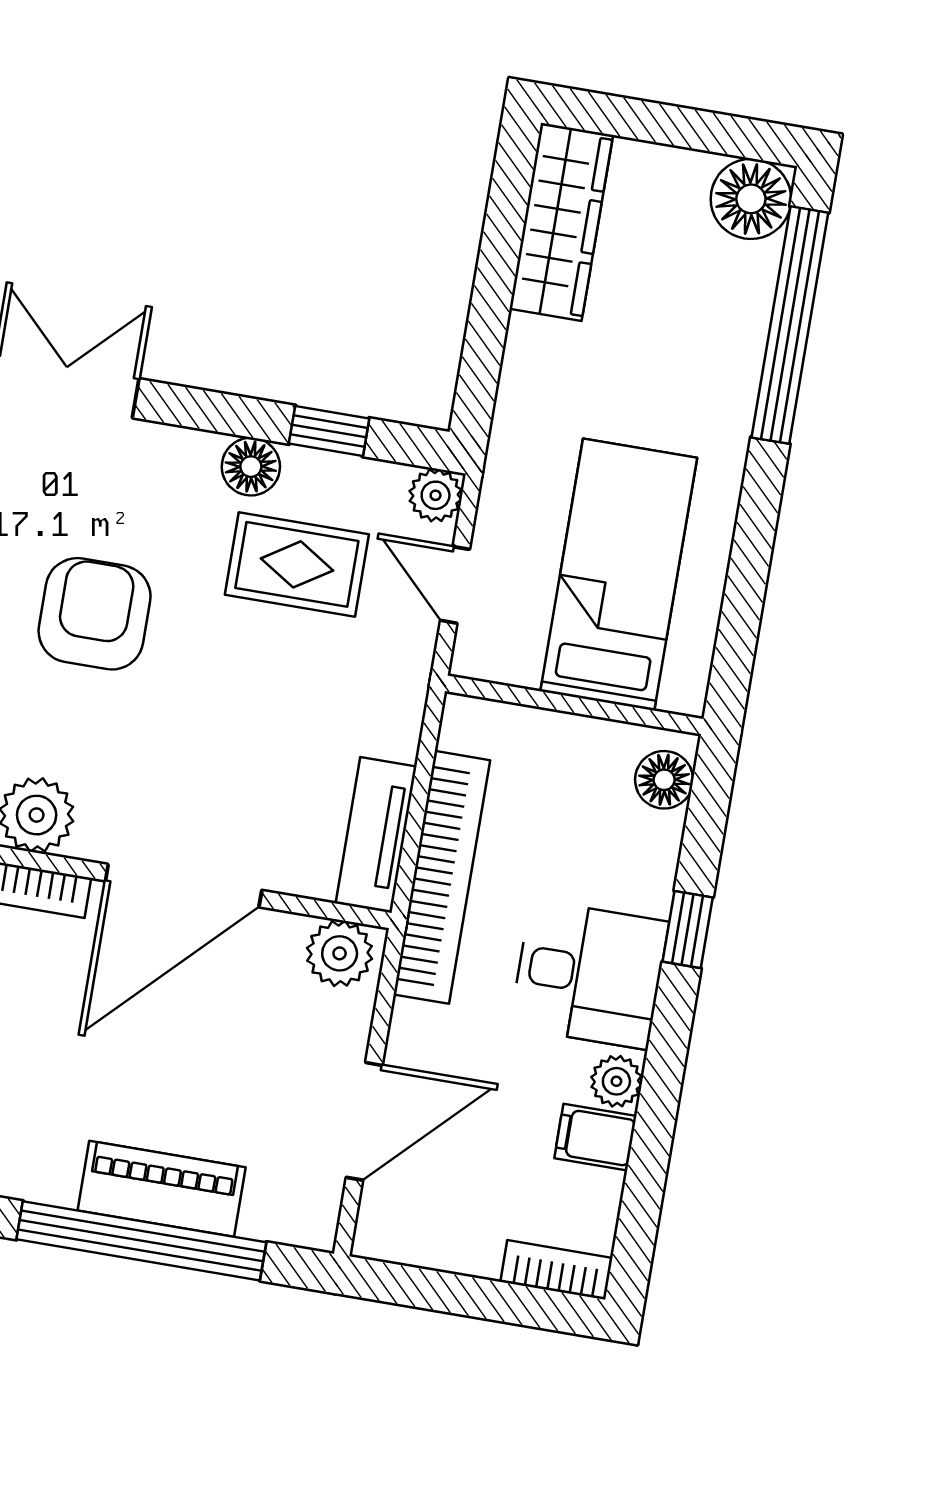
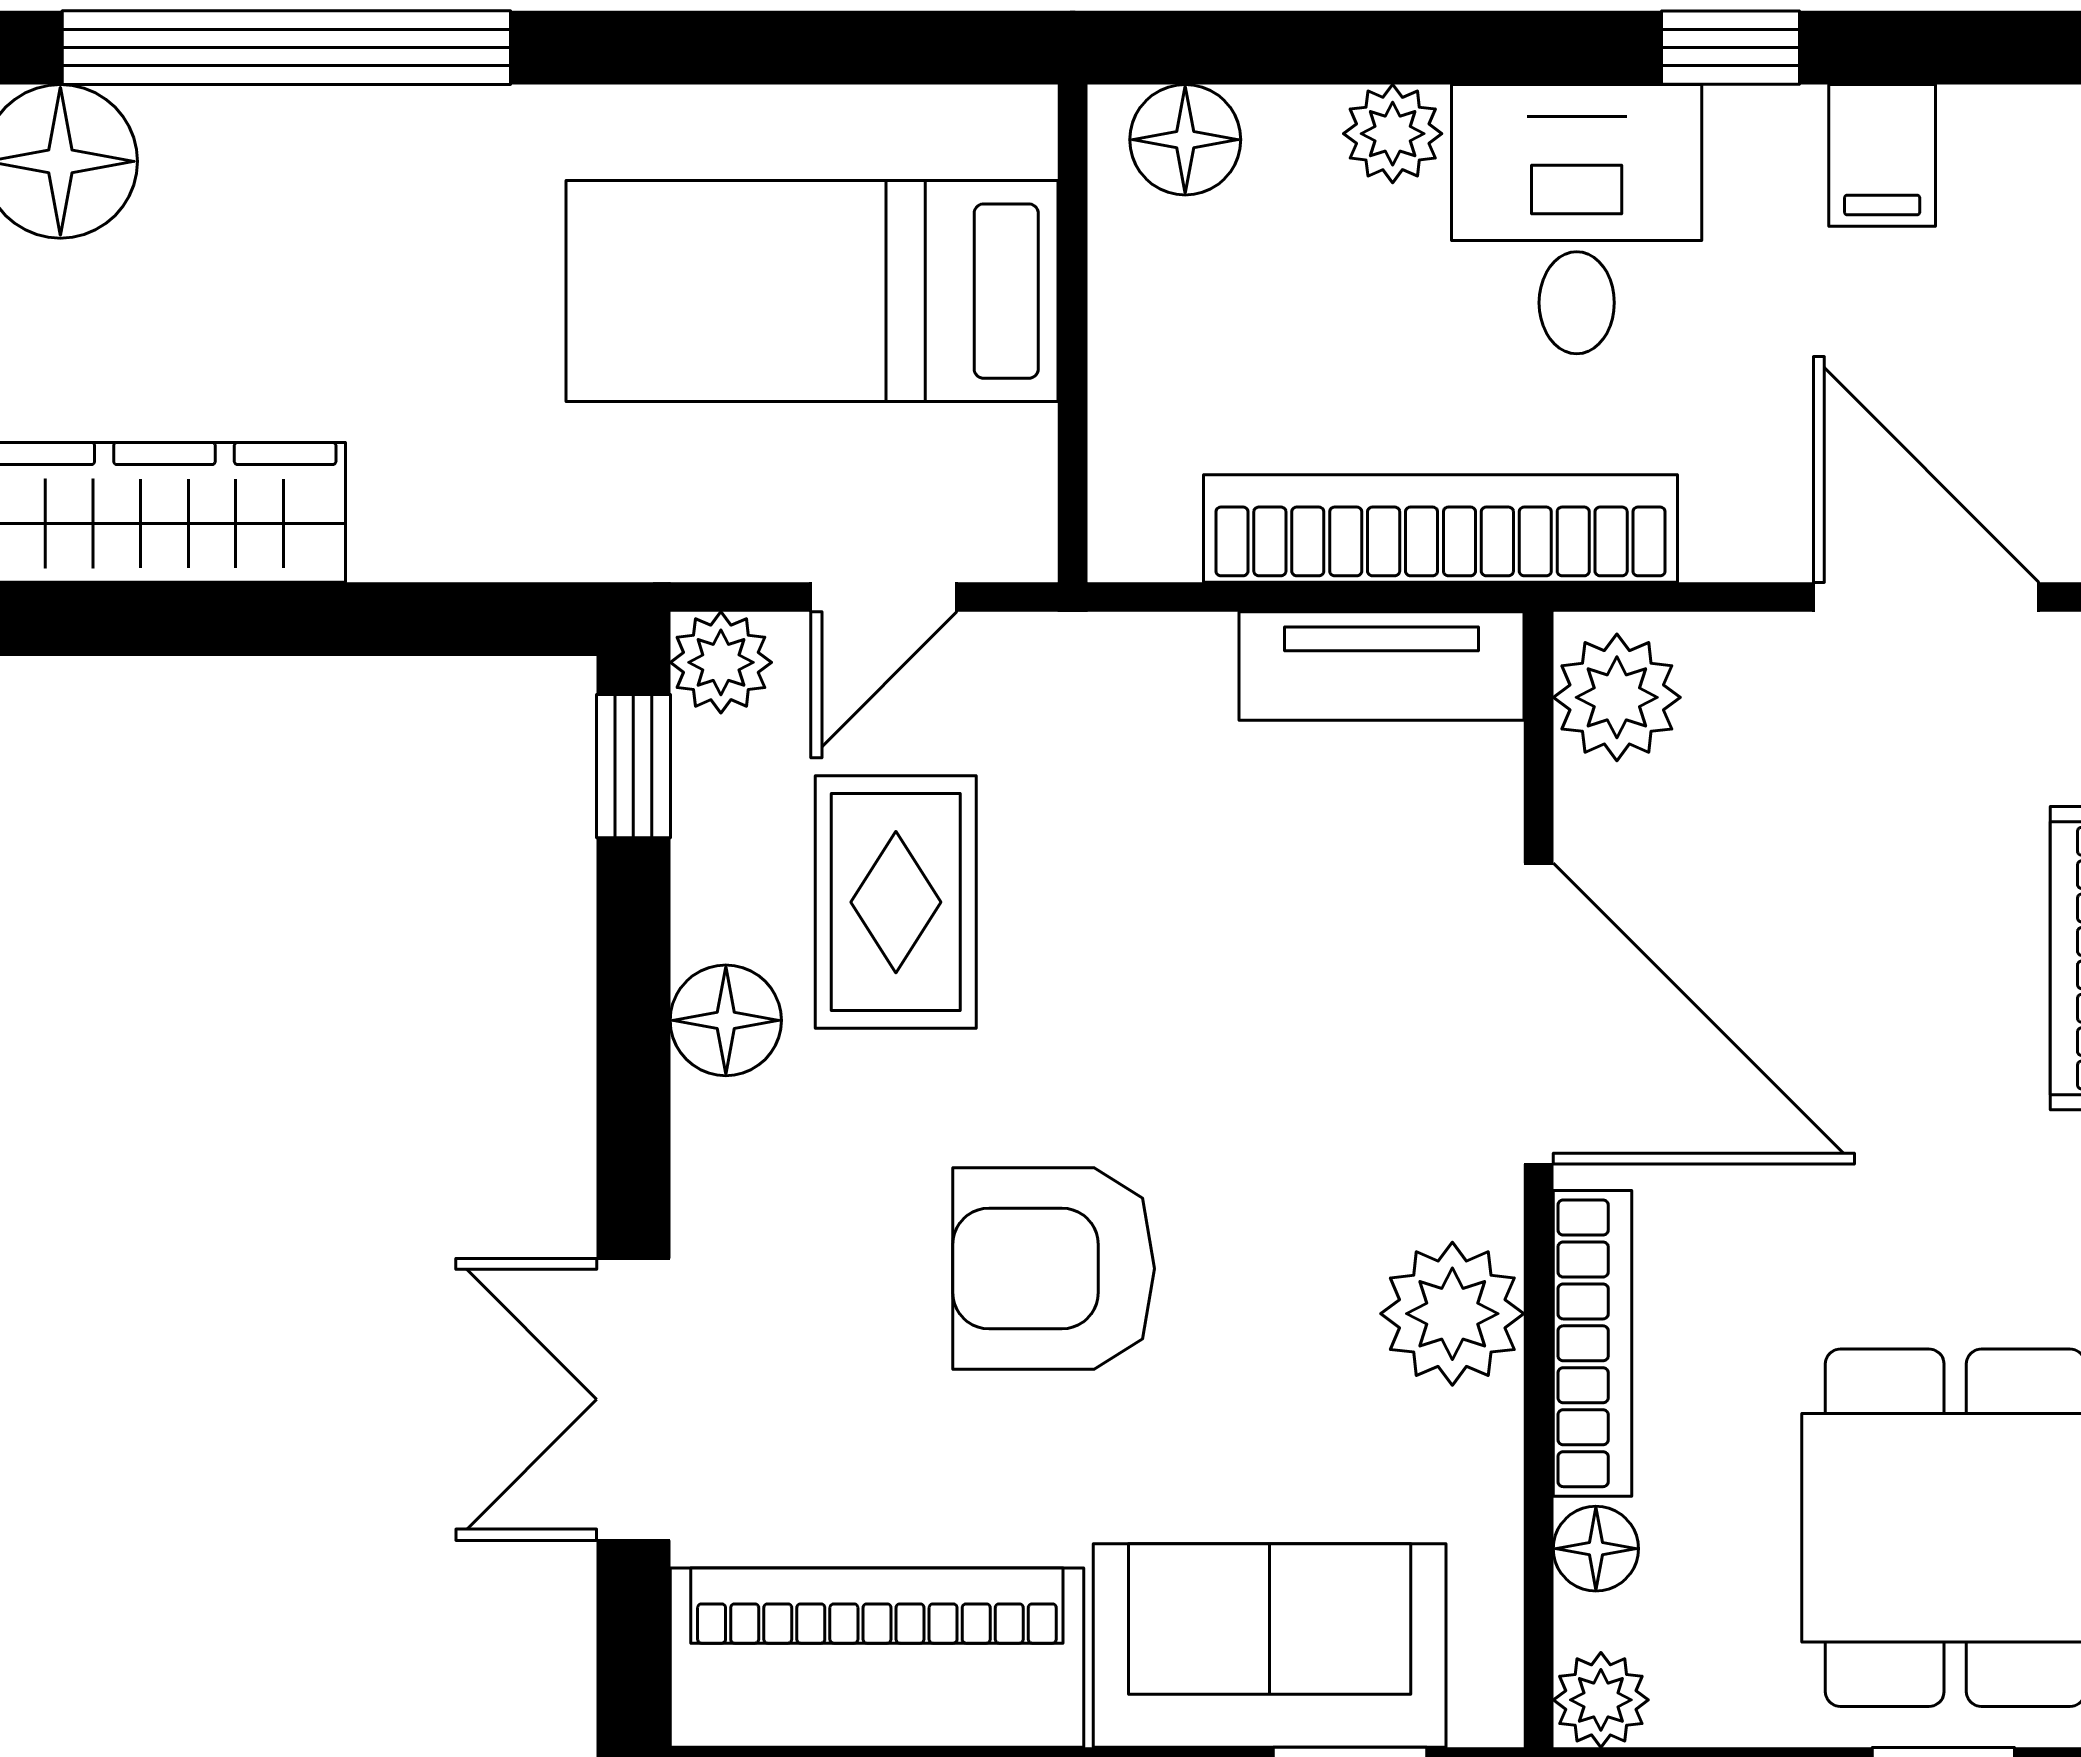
window: (329, 431) -> (633, 766), moved
window: (688, 930) -> (1731, 48), moved
plant: (616, 1081) -> (1393, 134), moved

